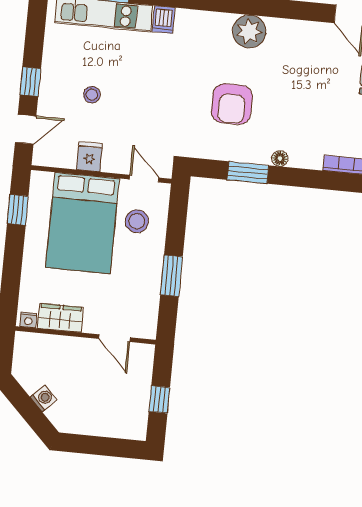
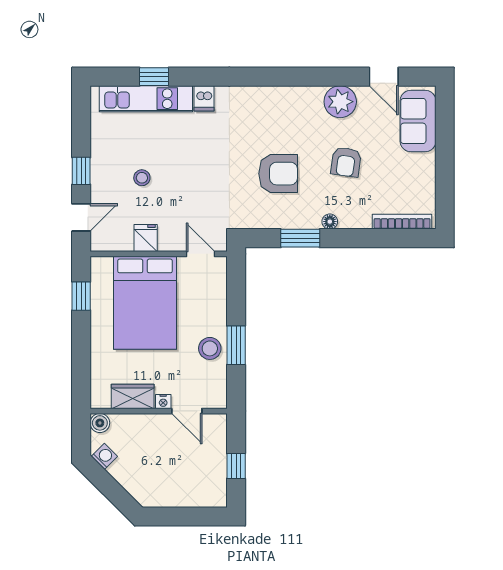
plant: (249, 31) -> (340, 102), moved
armchair: (302, 99) -> (346, 162), added
armchair: (232, 104) -> (278, 174), turned -90
stool: (137, 221) -> (210, 348), moved
nightstand: (28, 320) -> (163, 402), moved
boiler: (24, 342) -> (100, 423), added
washing machine: (44, 398) -> (104, 456), moved

